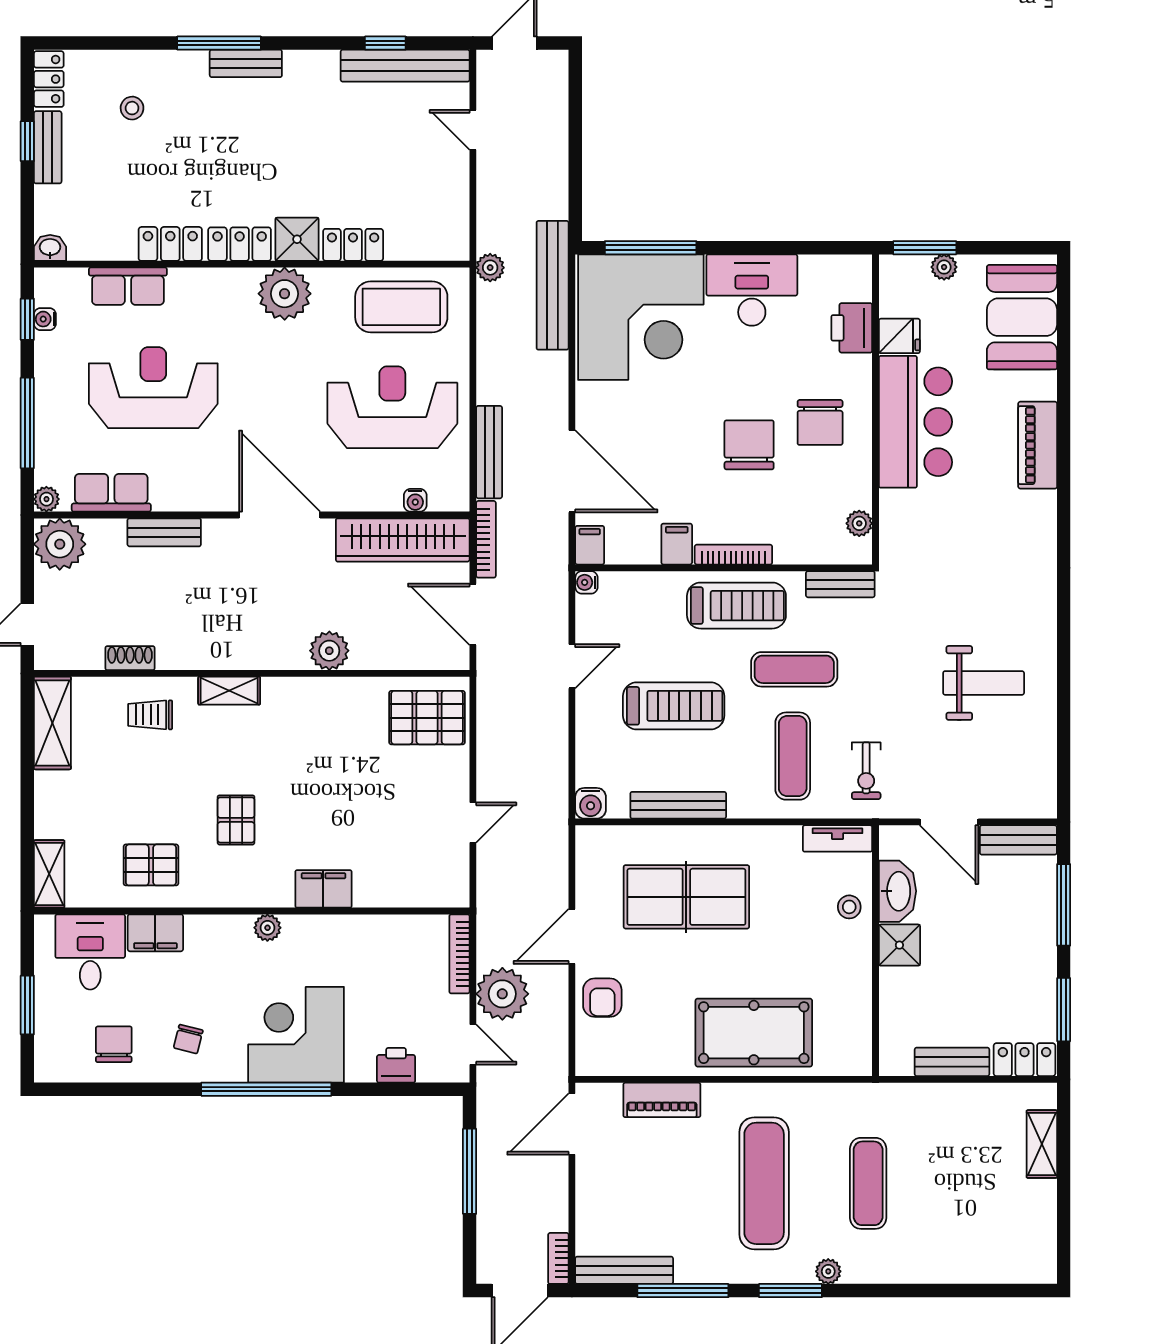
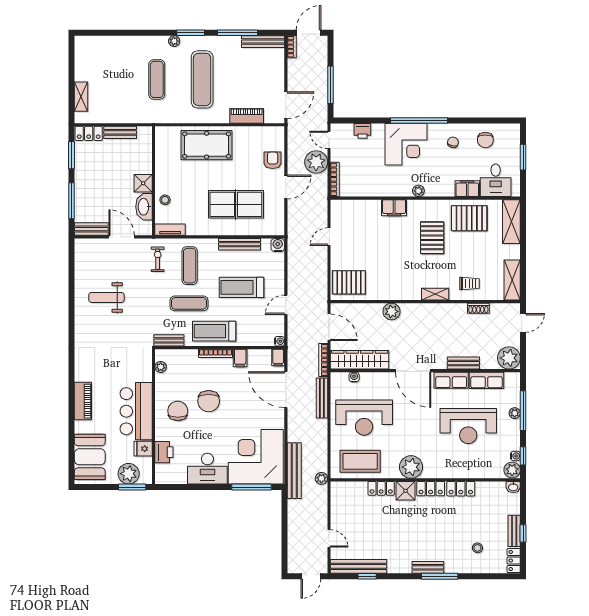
plant: (944, 267) -> (129, 474), width x1.88, depth x1.88
row of seats: (128, 286) -> (451, 380), moved, turned 180
plant: (52, 287) -> (512, 470), added
plant: (46, 499) -> (515, 413), moved
pallet: (236, 820) -> (432, 238), width x1.50, depth x1.42
pallet: (151, 865) -> (469, 218), width x1.50, depth x1.42
shelving: (49, 874) -> (511, 222), width x1.50, depth x1.33

